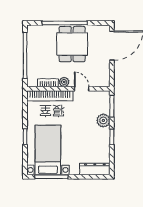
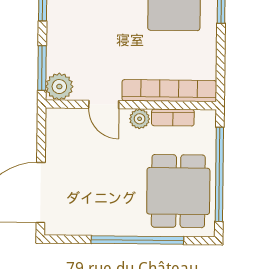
dining table: (72, 44) -> (178, 191), moved
plant: (103, 120) -> (59, 87), moved

